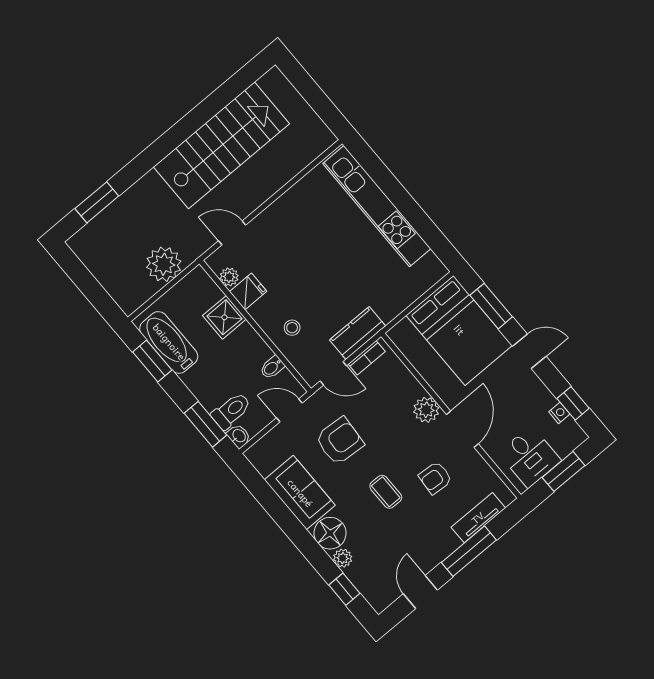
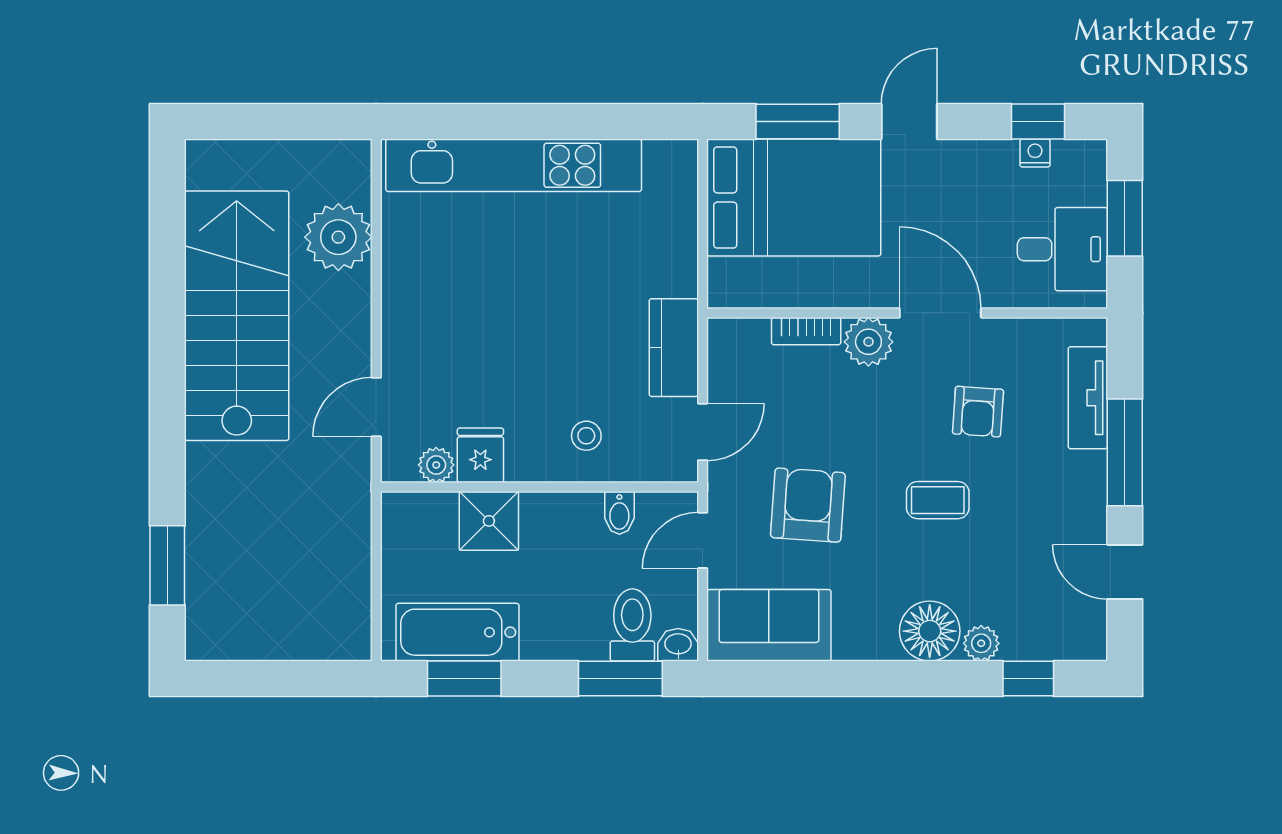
plant: (164, 264) -> (338, 237), moved
bookcase: (367, 358) -> (806, 331), moved, turned 90
sofa: (300, 493) -> (769, 625), moved

